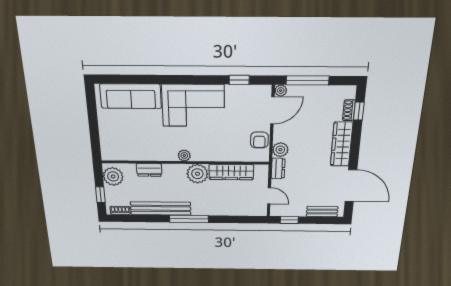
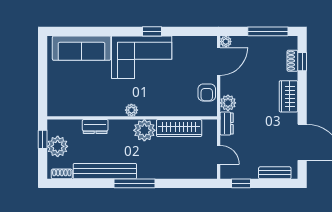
window: (239, 80) -> (152, 31), moved
window: (308, 80) -> (268, 31), moved
wardrobe: (342, 144) -> (288, 96), width x0.67
plant: (113, 176) -> (58, 146), moved
window: (100, 195) -> (43, 139), moved

